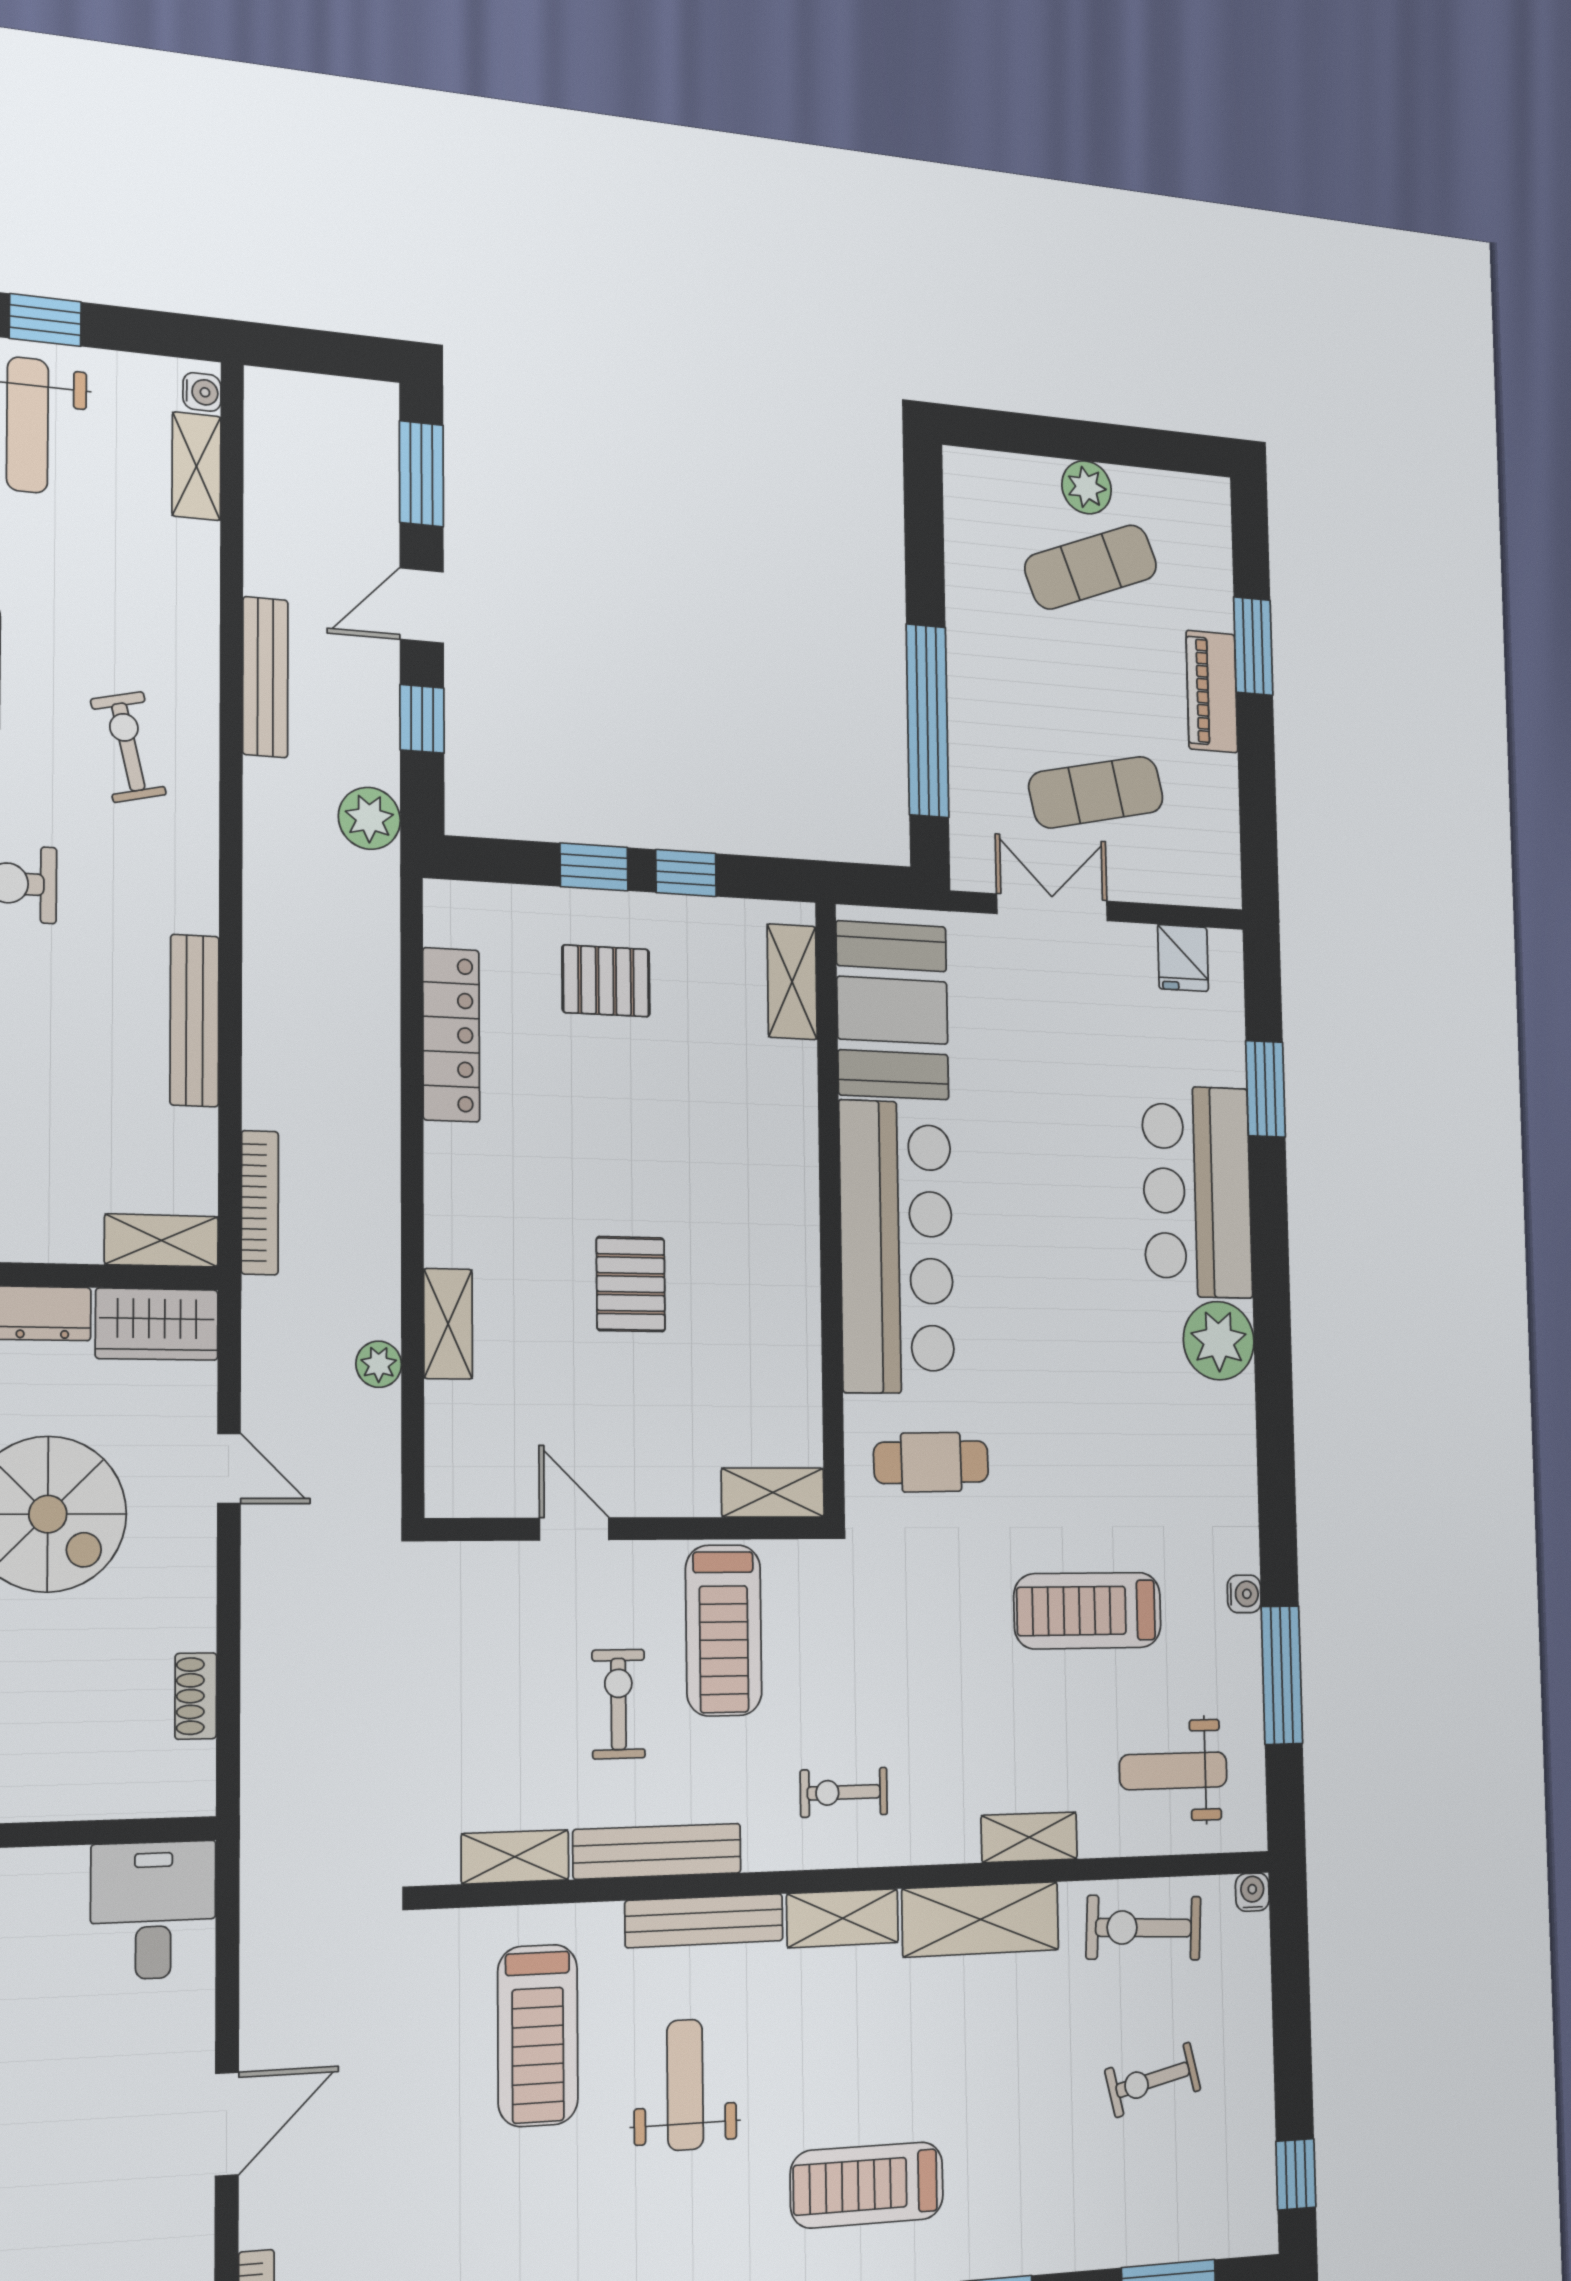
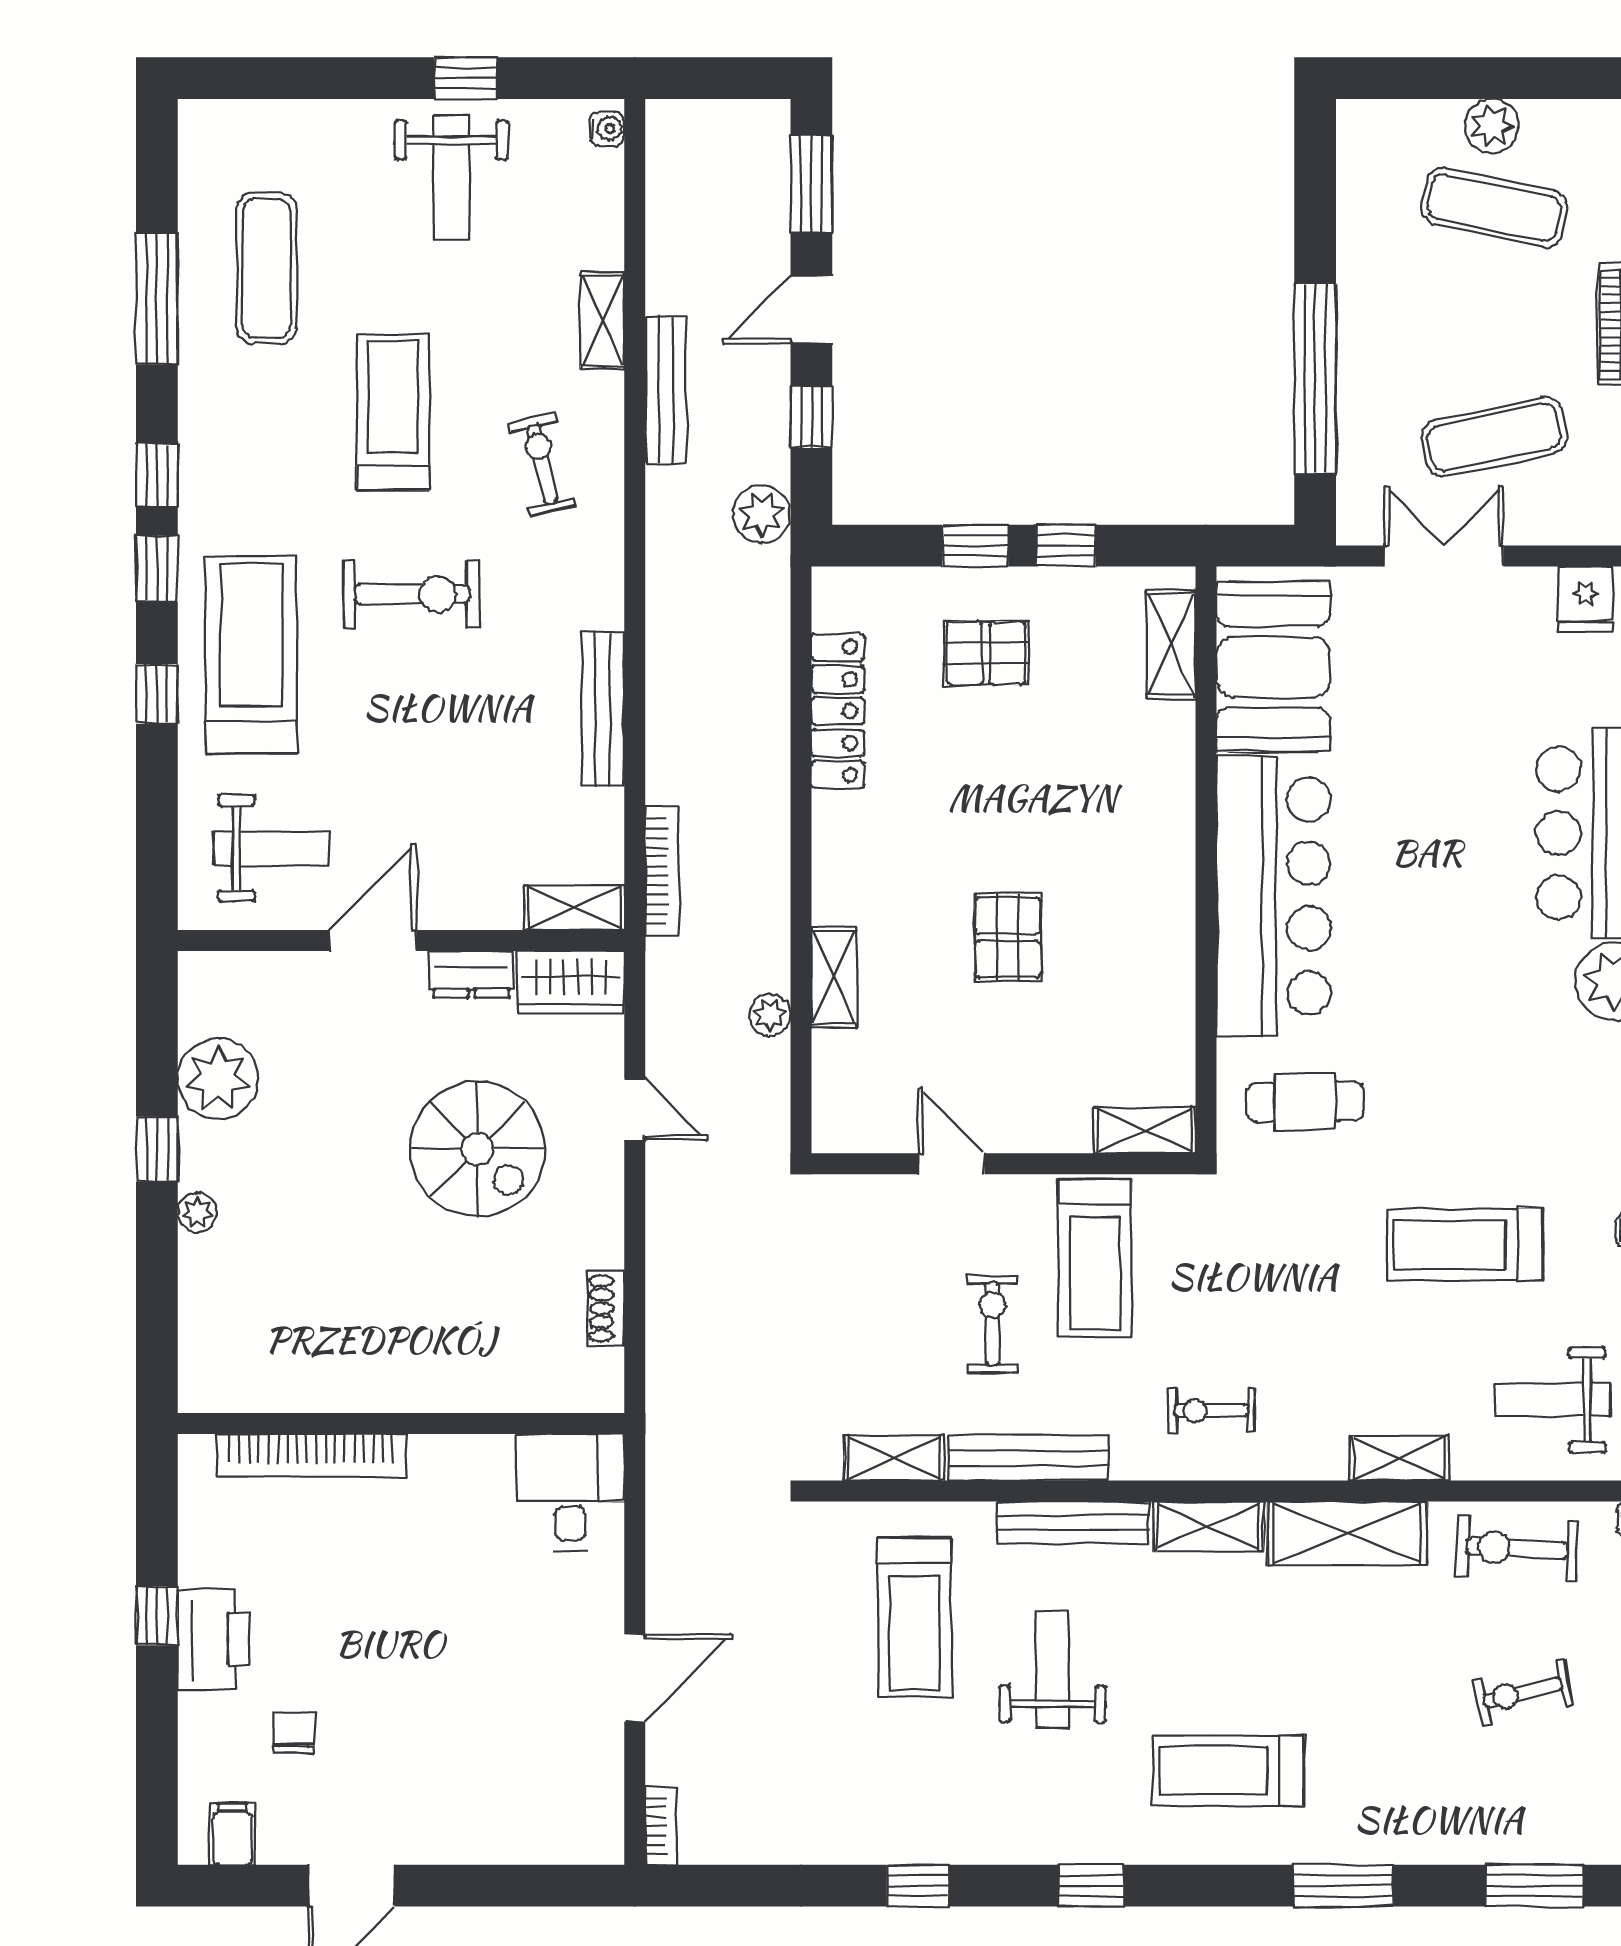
shelving: (196, 466) -> (602, 321), moved
exercise mat: (1091, 567) -> (1494, 208), turned 33

